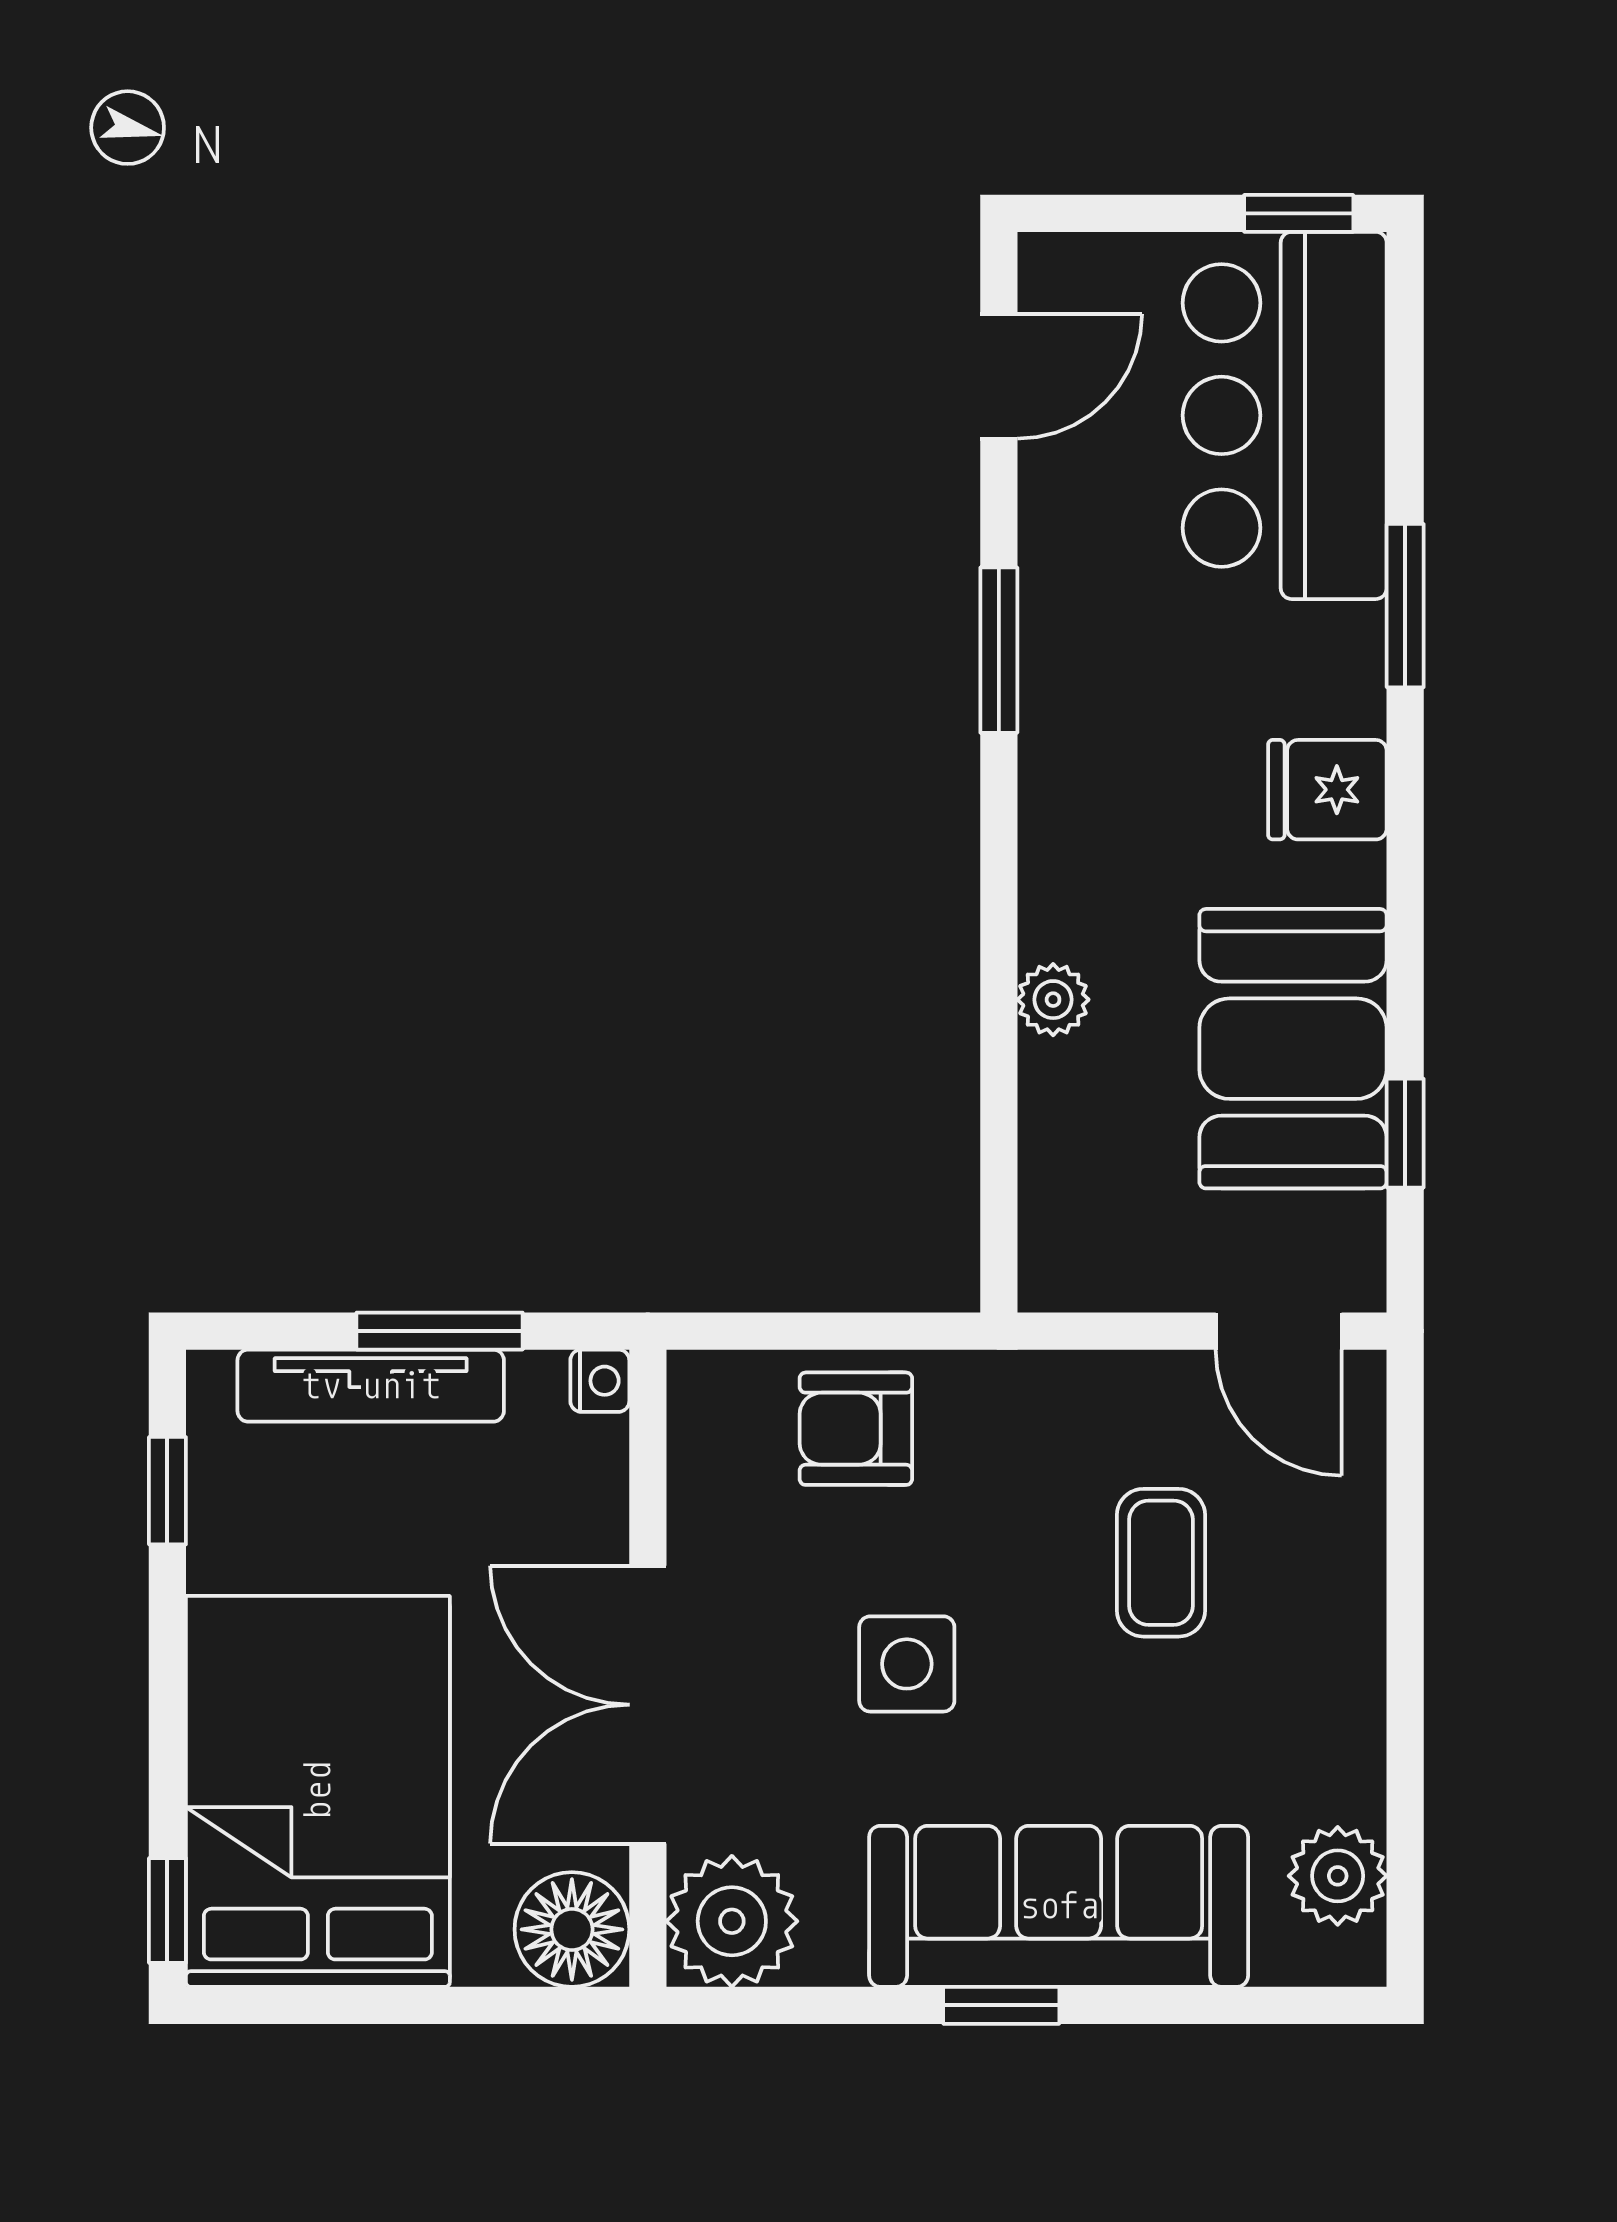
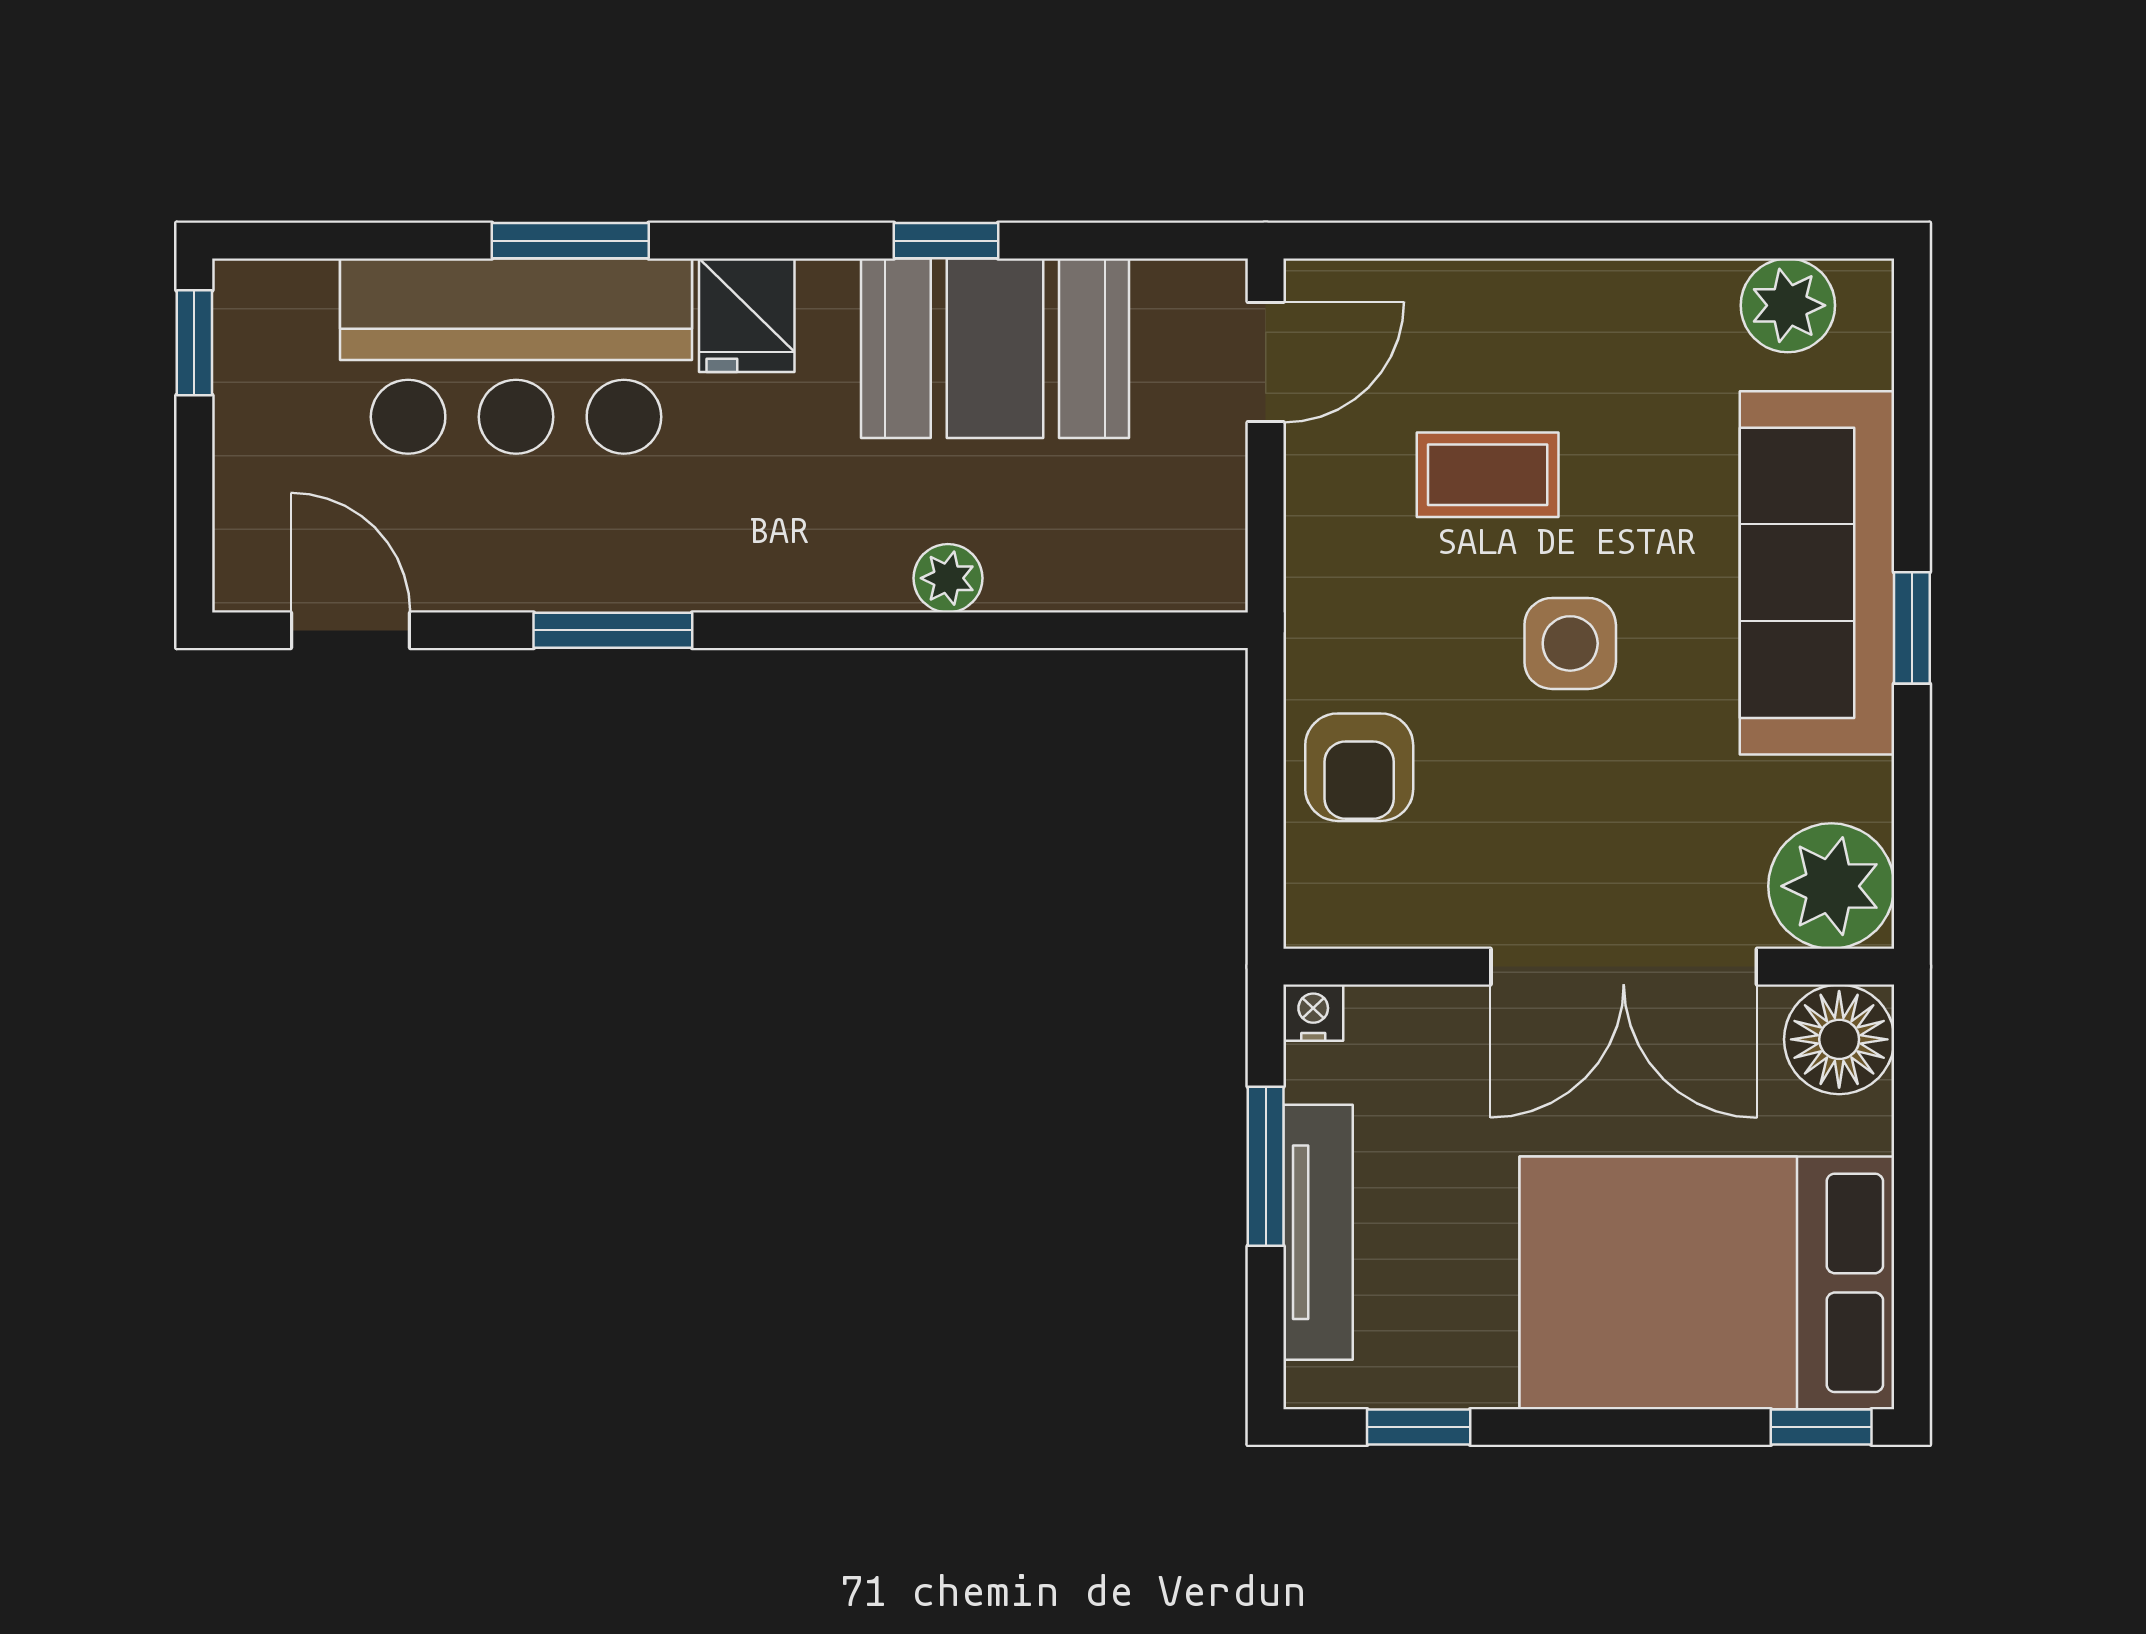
bar counter: (1285, 415) -> (516, 356), moved
window: (1405, 1133) -> (946, 241), moved
side table: (907, 1664) -> (1570, 643), moved

